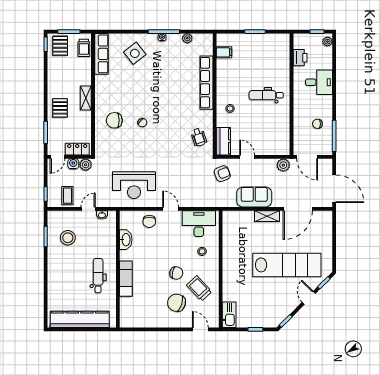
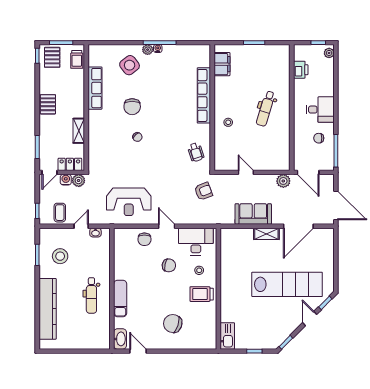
plant: (187, 38) -> (148, 50), moved
filing cabinet: (224, 52) -> (222, 64), width x2.00
row of seats: (101, 54) -> (95, 88), moved
desk: (319, 82) -> (320, 110), moved
dental chair: (266, 95) -> (266, 109), turned -73
shelving: (86, 98) -> (79, 131), moved
pallet: (60, 108) -> (48, 104), moved
chair: (114, 120) -> (132, 107), moved, turned -90
kitchen counter: (223, 141) -> (221, 156), removed
armchair: (222, 174) -> (203, 191), moved
washbasin: (126, 240) -> (120, 339), moved
chair: (176, 273) -> (169, 265), moved
dental chair: (98, 276) -> (91, 295), turned 180
trolley: (199, 288) -> (202, 294), moved, turned -47
kitchen counter: (80, 319) -> (48, 309), moved, turned 90
door: (200, 329) -> (138, 351), moved

